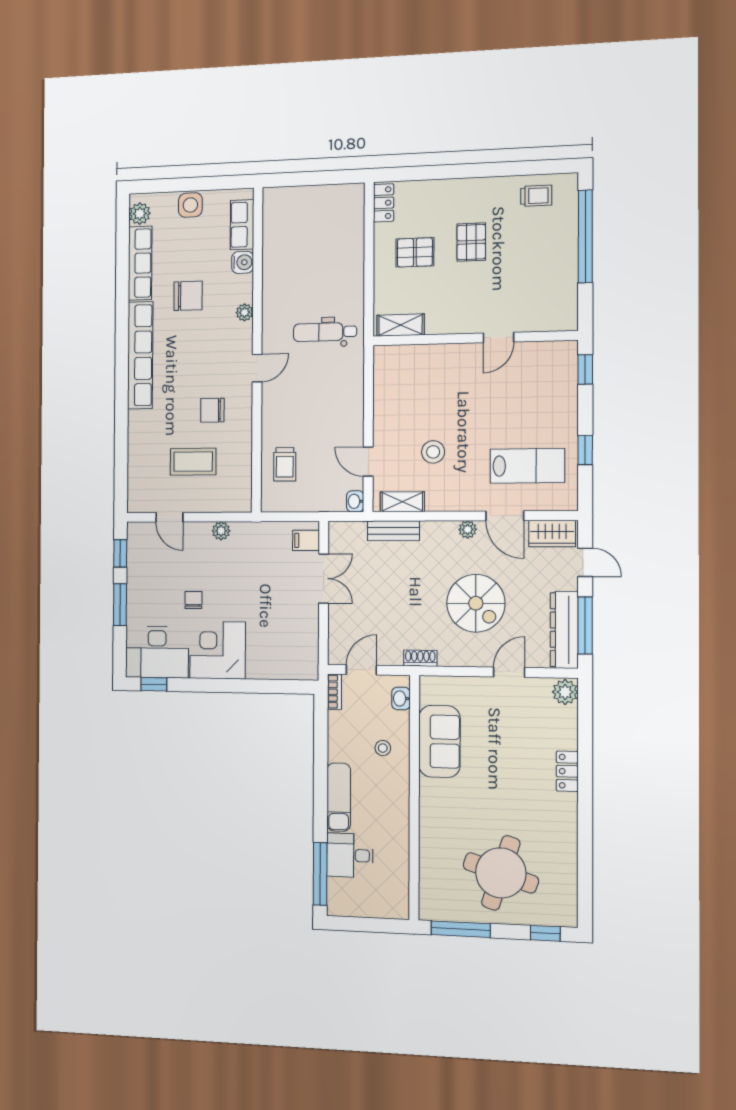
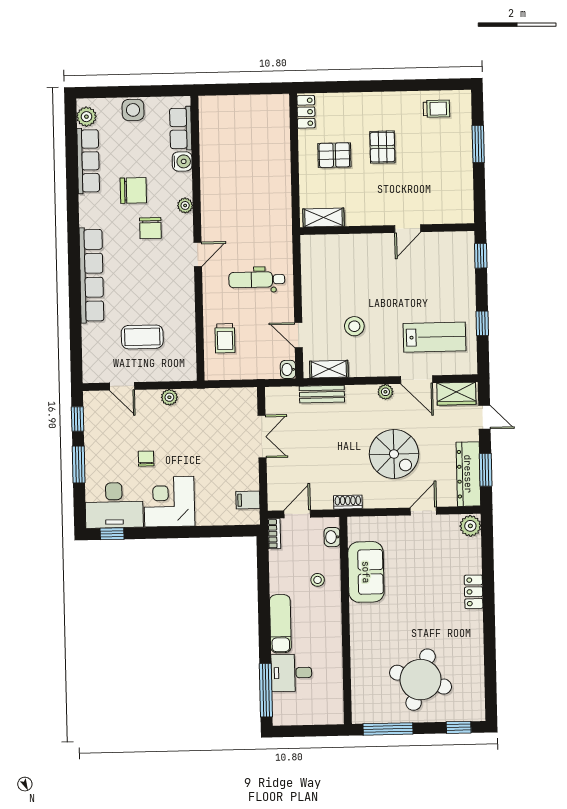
window: (585, 236) -> (478, 144), width x0.47
dental chair: (325, 332) -> (257, 280), moved
row of seats: (140, 355) -> (91, 275), moved
chair: (212, 410) -> (150, 228), moved, turned -90
filing cabinet: (306, 540) -> (248, 500), moved
window: (585, 625) -> (486, 470), width x0.69

